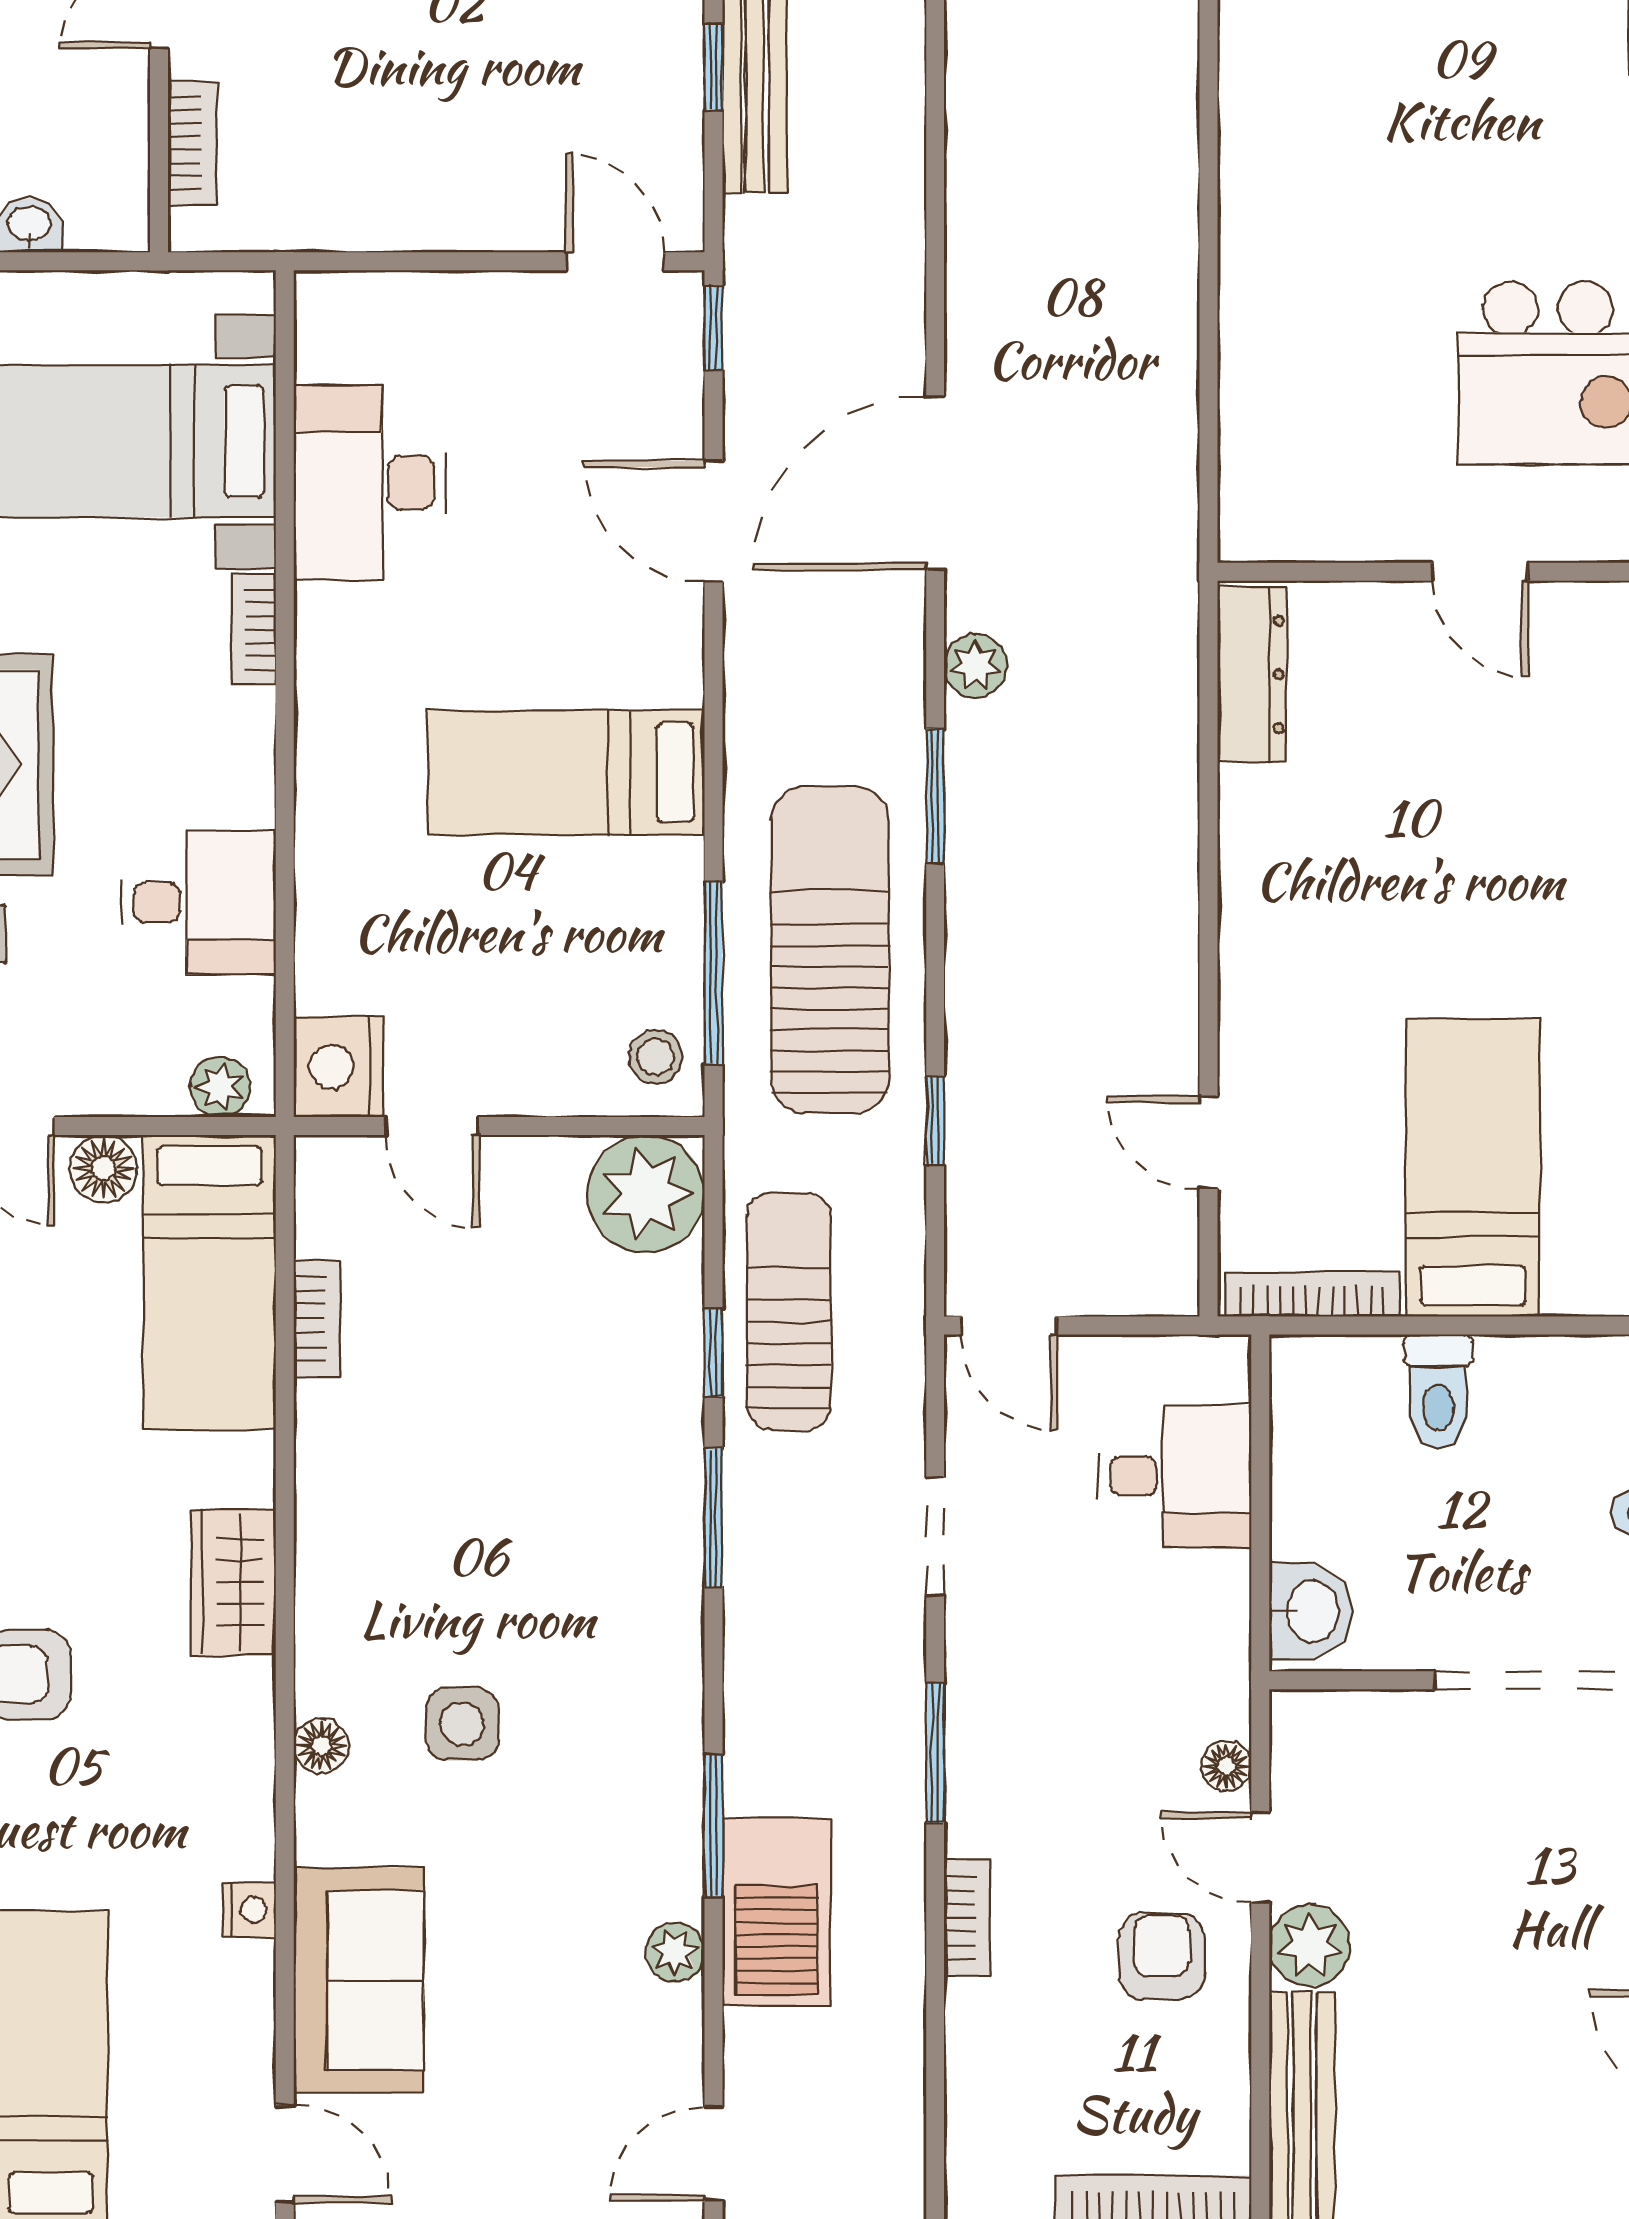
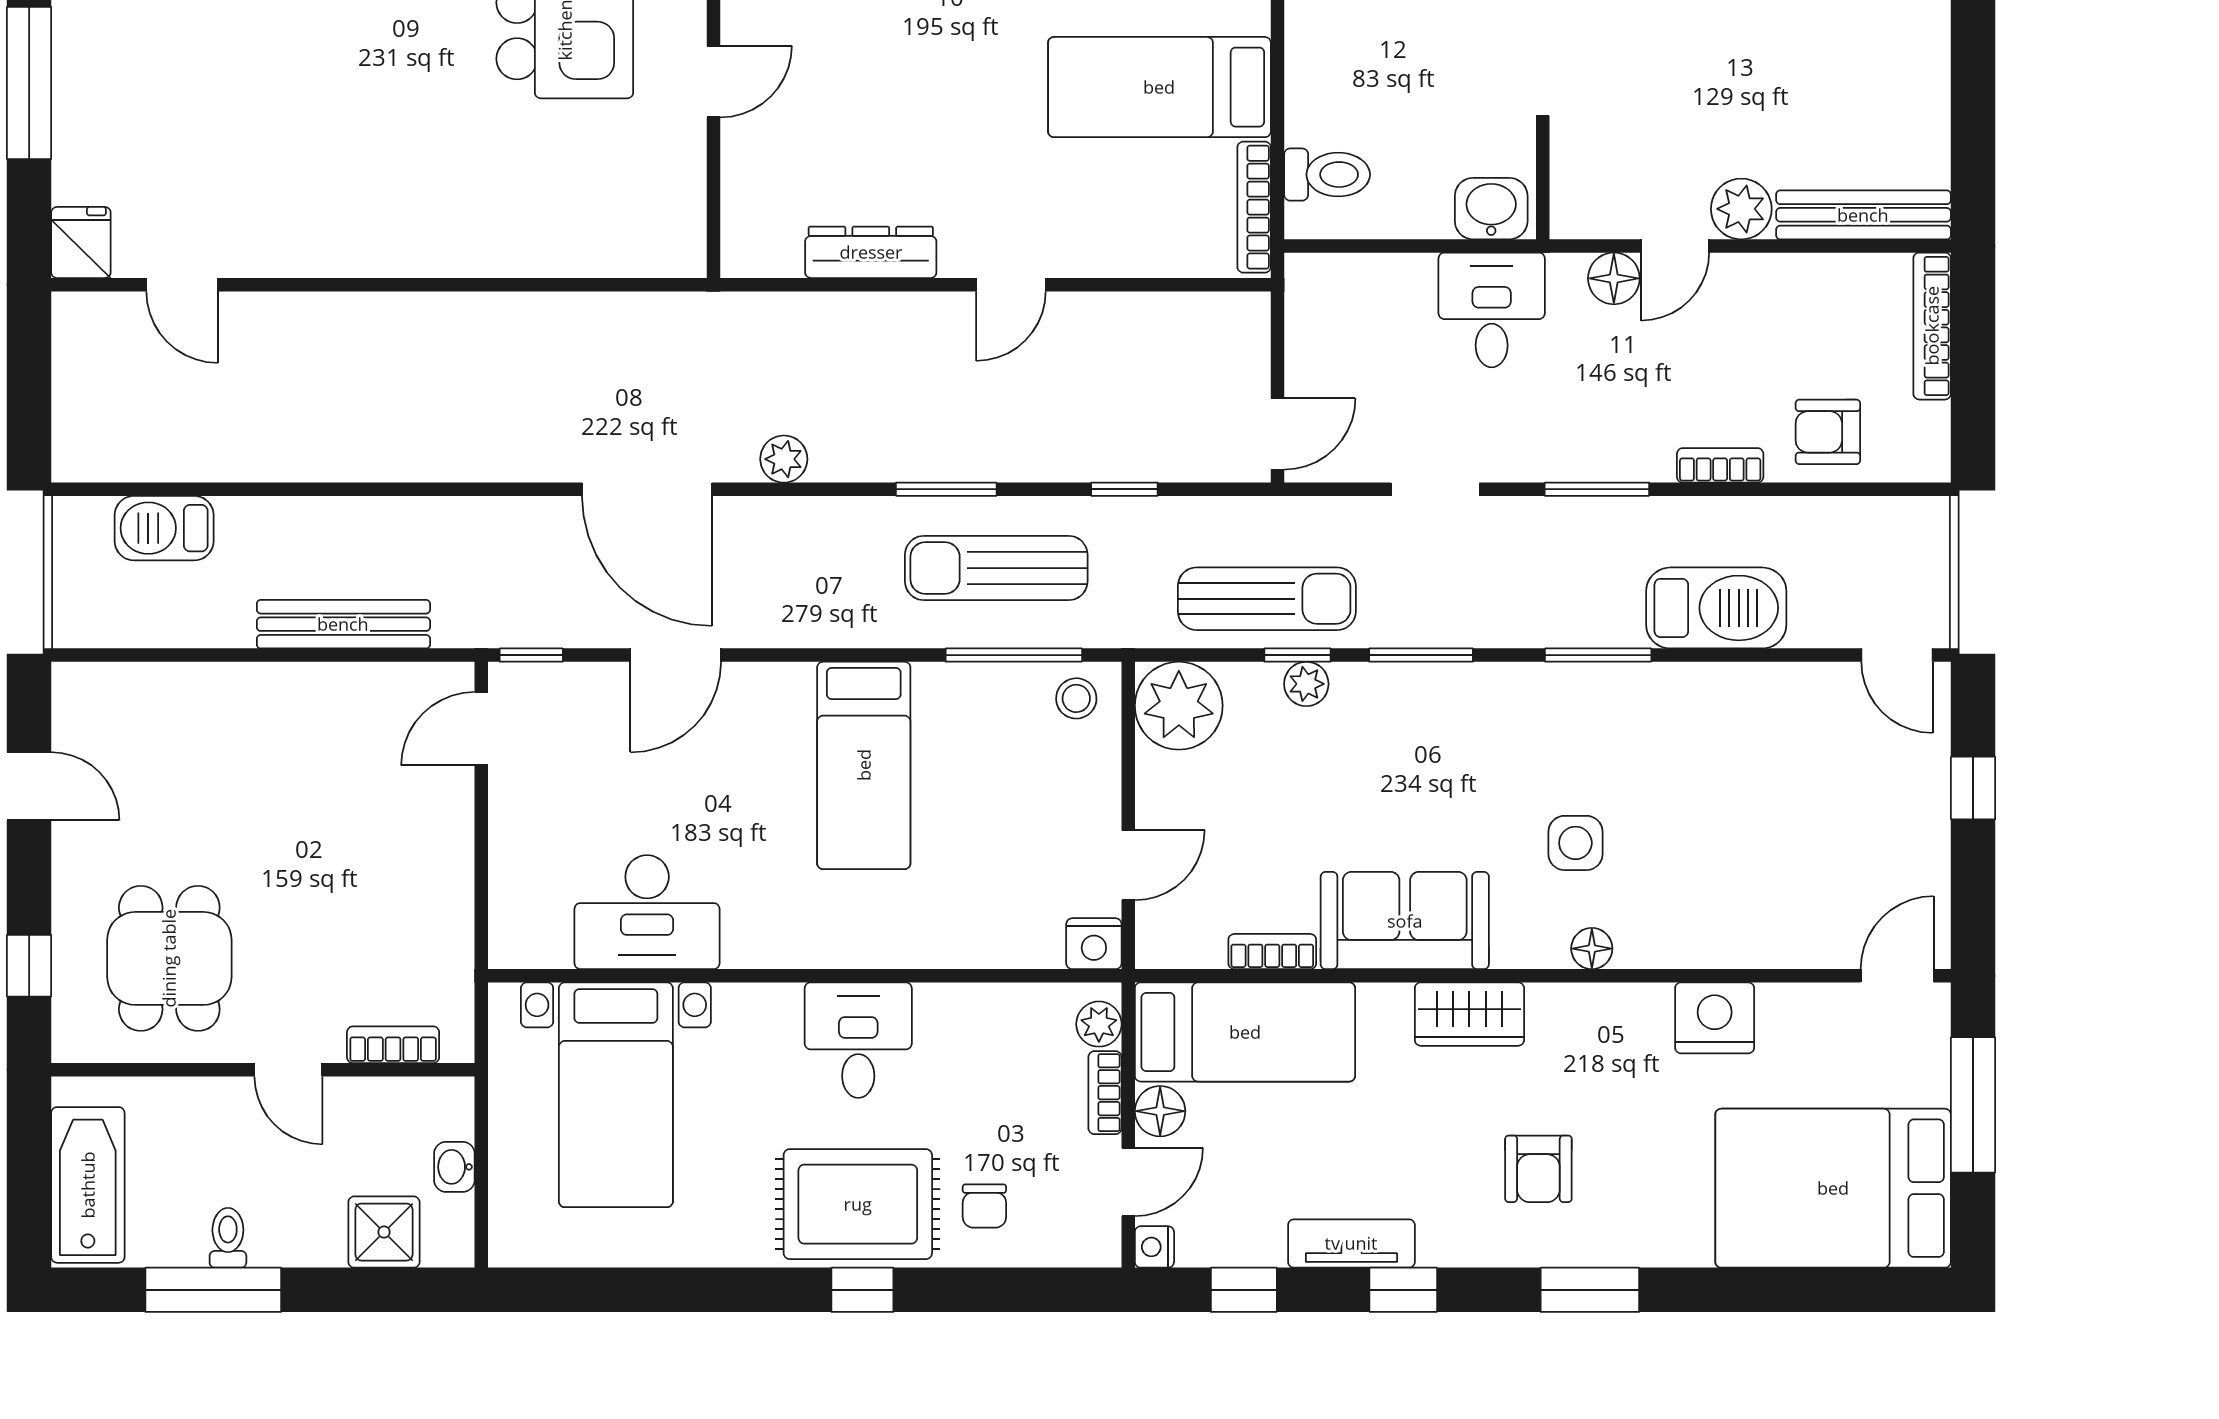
window: (713, 67) -> (336, 655), removed
bookcase: (254, 629) -> (1105, 1093), moved, turned 90
dresser: (1252, 674) -> (871, 252), moved
window: (935, 796) -> (946, 489), moved
desk: (199, 902) -> (858, 1040), moved
sun lounger: (830, 950) -> (996, 568), width x0.73, depth x0.75
nightstand: (339, 1067) -> (1094, 944), width x0.74, depth x0.75
door: (1209, 1142) -> (1011, 285), moved
sun lounger: (789, 1311) -> (1267, 599), turned 180
toilet: (1438, 1392) -> (1327, 175), moved
desk: (1175, 1476) -> (1492, 310), moved
floor lamp: (1226, 1766) -> (1614, 278), width x1.37, depth x1.37
window: (713, 1826) -> (1598, 655), moved
nightstand: (249, 1910) -> (1715, 1018), width x1.89, depth x1.79
plant: (675, 1952) -> (1306, 684), moved
armchair: (1162, 1956) -> (1828, 432), moved
sofa: (359, 1980) -> (1405, 921), moved

